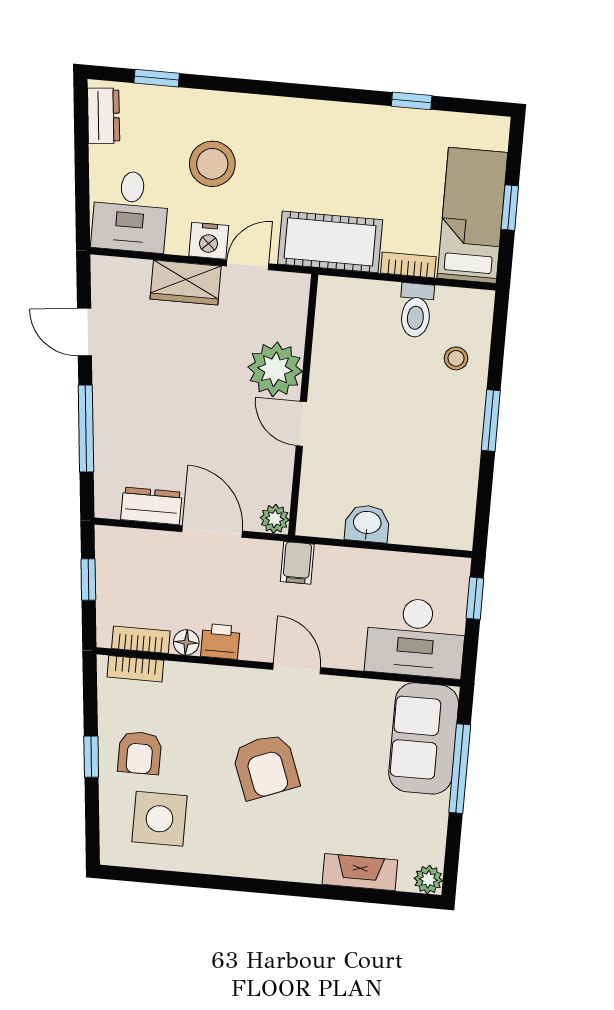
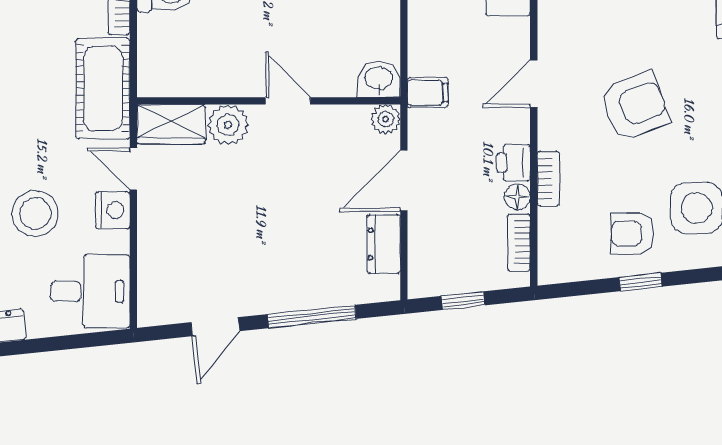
wardrobe: (186, 283) -> (171, 124), moved, turned 90
plant: (275, 369) -> (228, 125), width x0.73, depth x0.73
door: (301, 424) -> (288, 101), swing flipped
washbasin: (367, 524) -> (379, 79), moved, turned 90
bookcase: (135, 669) -> (548, 179), moved
armchair: (140, 753) -> (632, 234), turned 180

